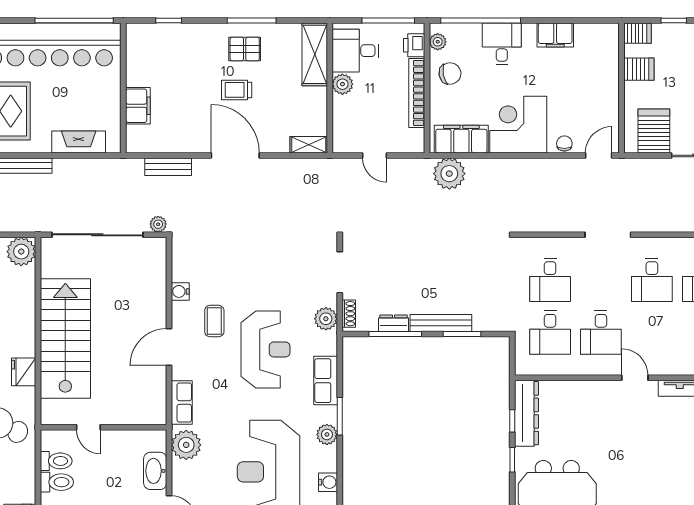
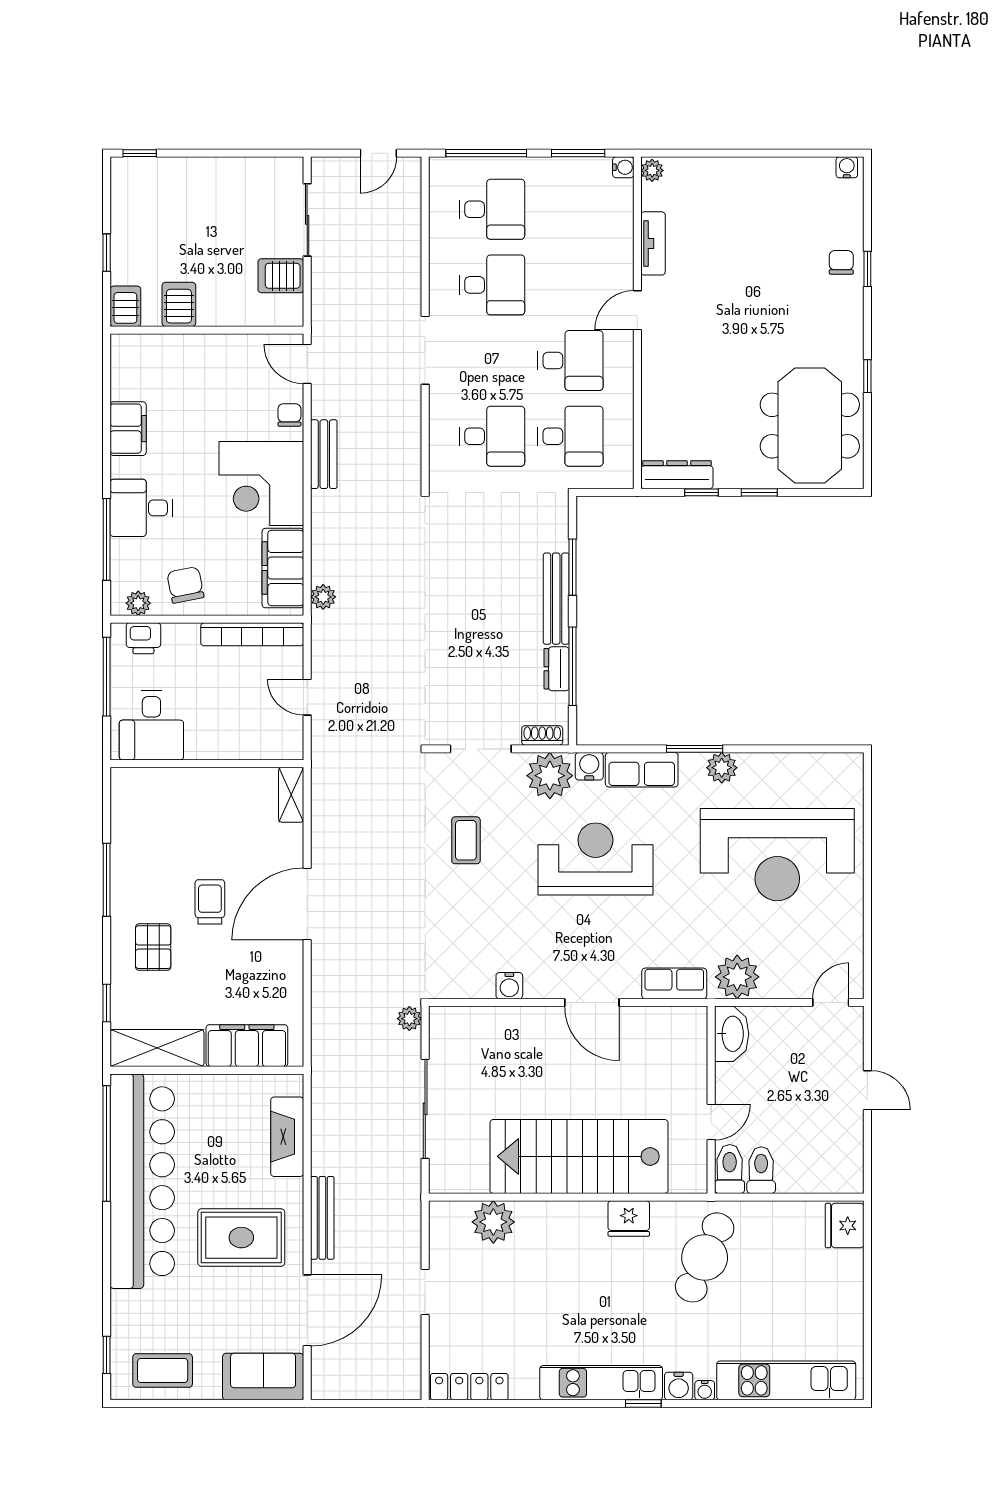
window: (481, 20) -> (107, 539), width x0.68
pallet: (245, 49) -> (153, 947), moved
shelving: (315, 54) -> (157, 1048), moved
plant: (342, 84) -> (201, 745), removed
trolley: (237, 90) -> (210, 902), turned 180
bookcase: (417, 93) -> (252, 634), moved
filing cabinet: (138, 106) -> (247, 1046), width x1.50, depth x1.17
server rack: (654, 131) -> (281, 276), width x0.73, depth x0.70
chair: (564, 144) -> (289, 415), turned 90
door: (375, 155) -> (307, 697), swing flipped
bench: (168, 167) -> (324, 454), moved
plant: (449, 174) -> (323, 597), width x0.53, depth x0.53
sliding door: (97, 235) -> (425, 1109), width x0.73
plant: (21, 252) -> (493, 1222), moved
plant: (326, 319) -> (550, 776), width x1.36, depth x1.36
coffee table: (214, 321) -> (466, 840), moved, turned 90
dresser: (526, 413) -> (677, 475), width x0.73, depth x0.80
washbasin: (155, 471) -> (732, 1034), moved, turned -90
toilet: (57, 482) -> (730, 1169), moved
water cooler: (328, 482) -> (589, 766), moved

